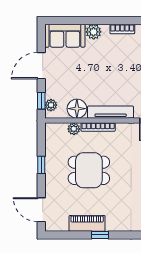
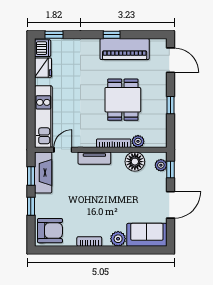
tv unit: (111, 112) -> (94, 158), width x0.71
dining table: (89, 170) -> (123, 100), turned 90
piano: (87, 223) -> (125, 49), width x1.37, depth x1.33

